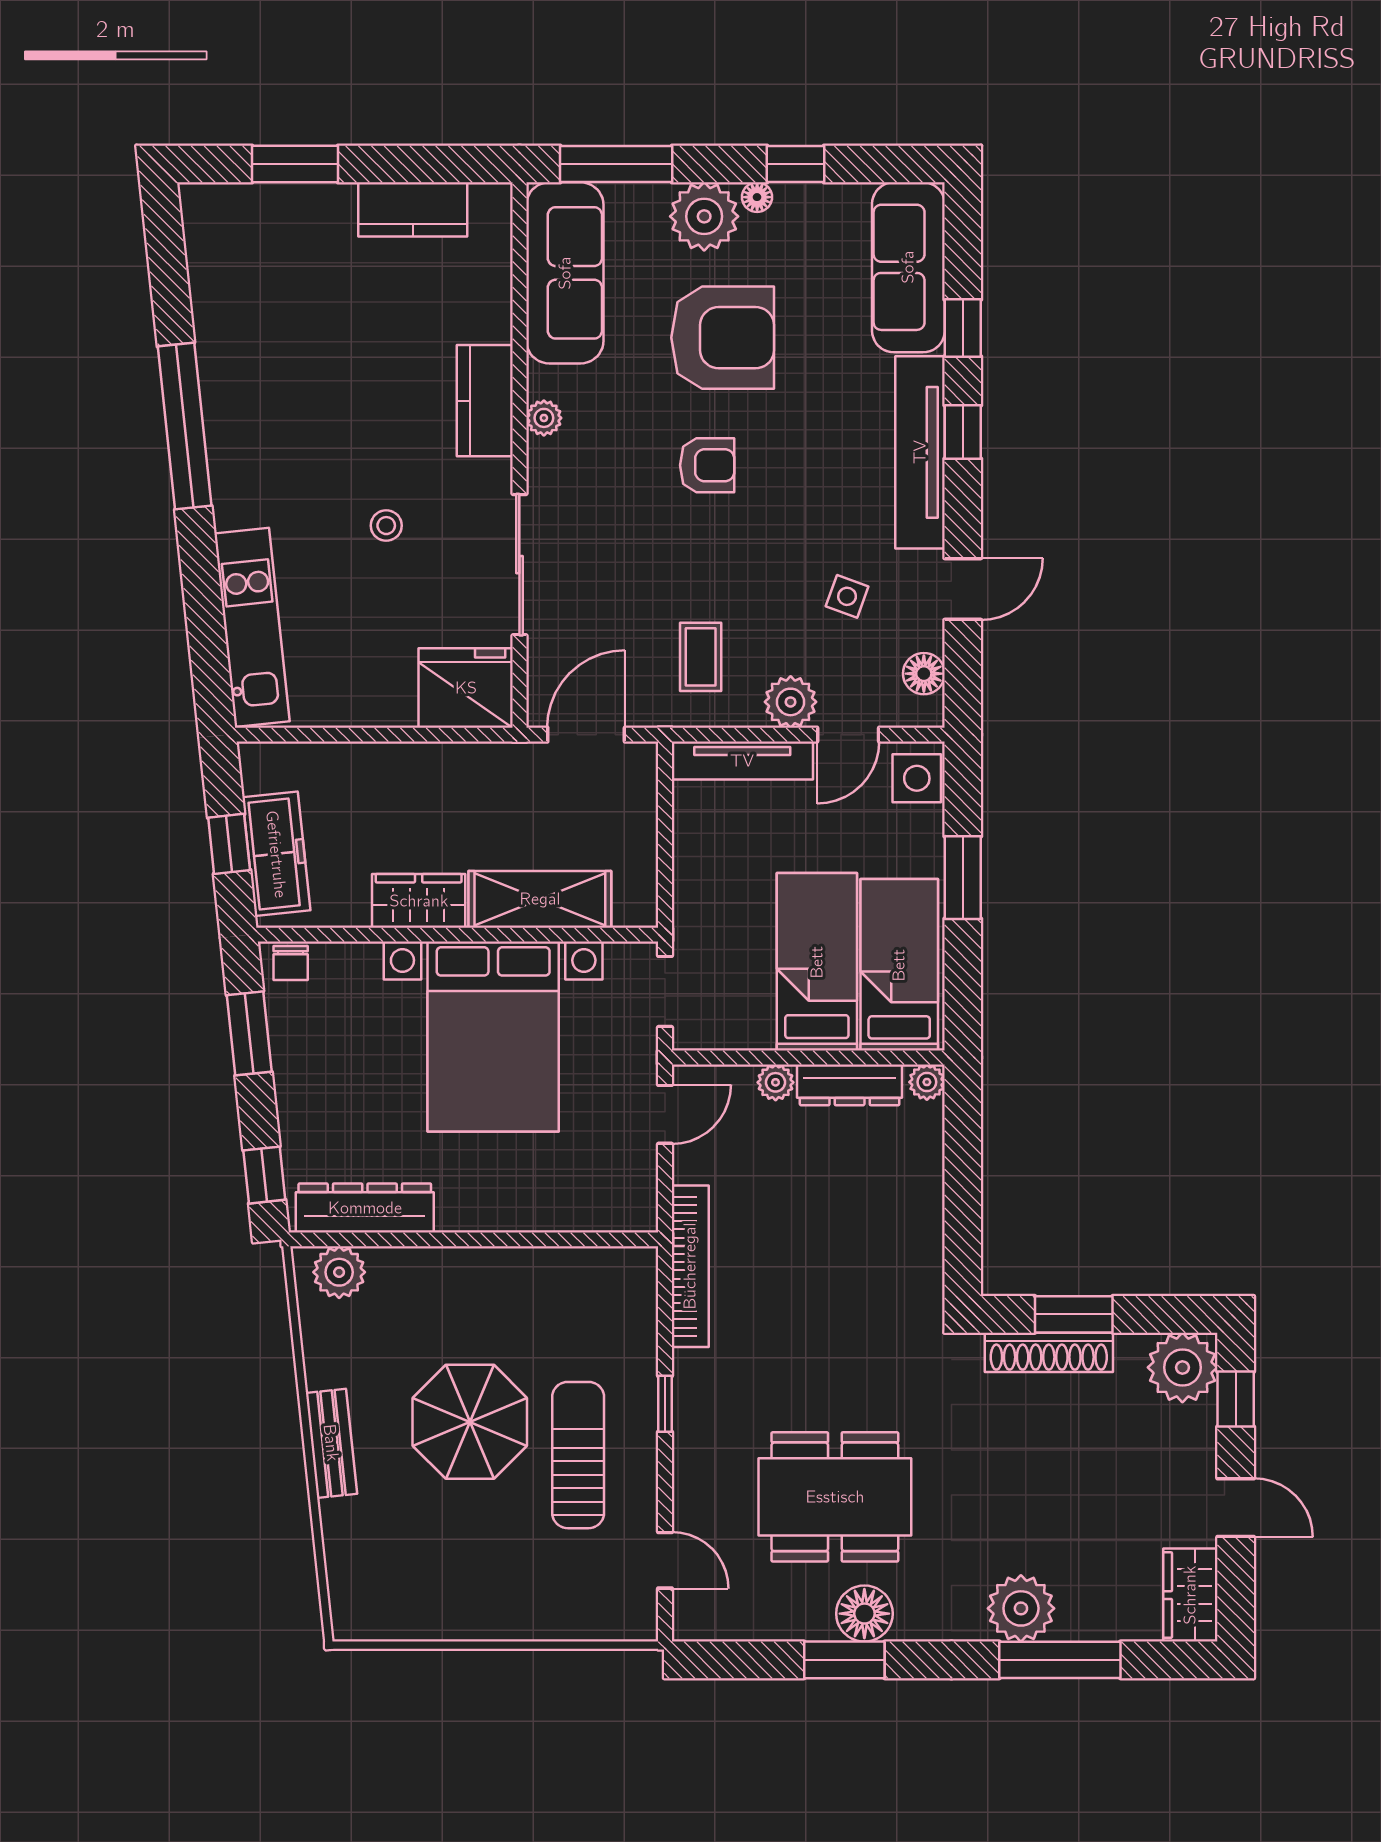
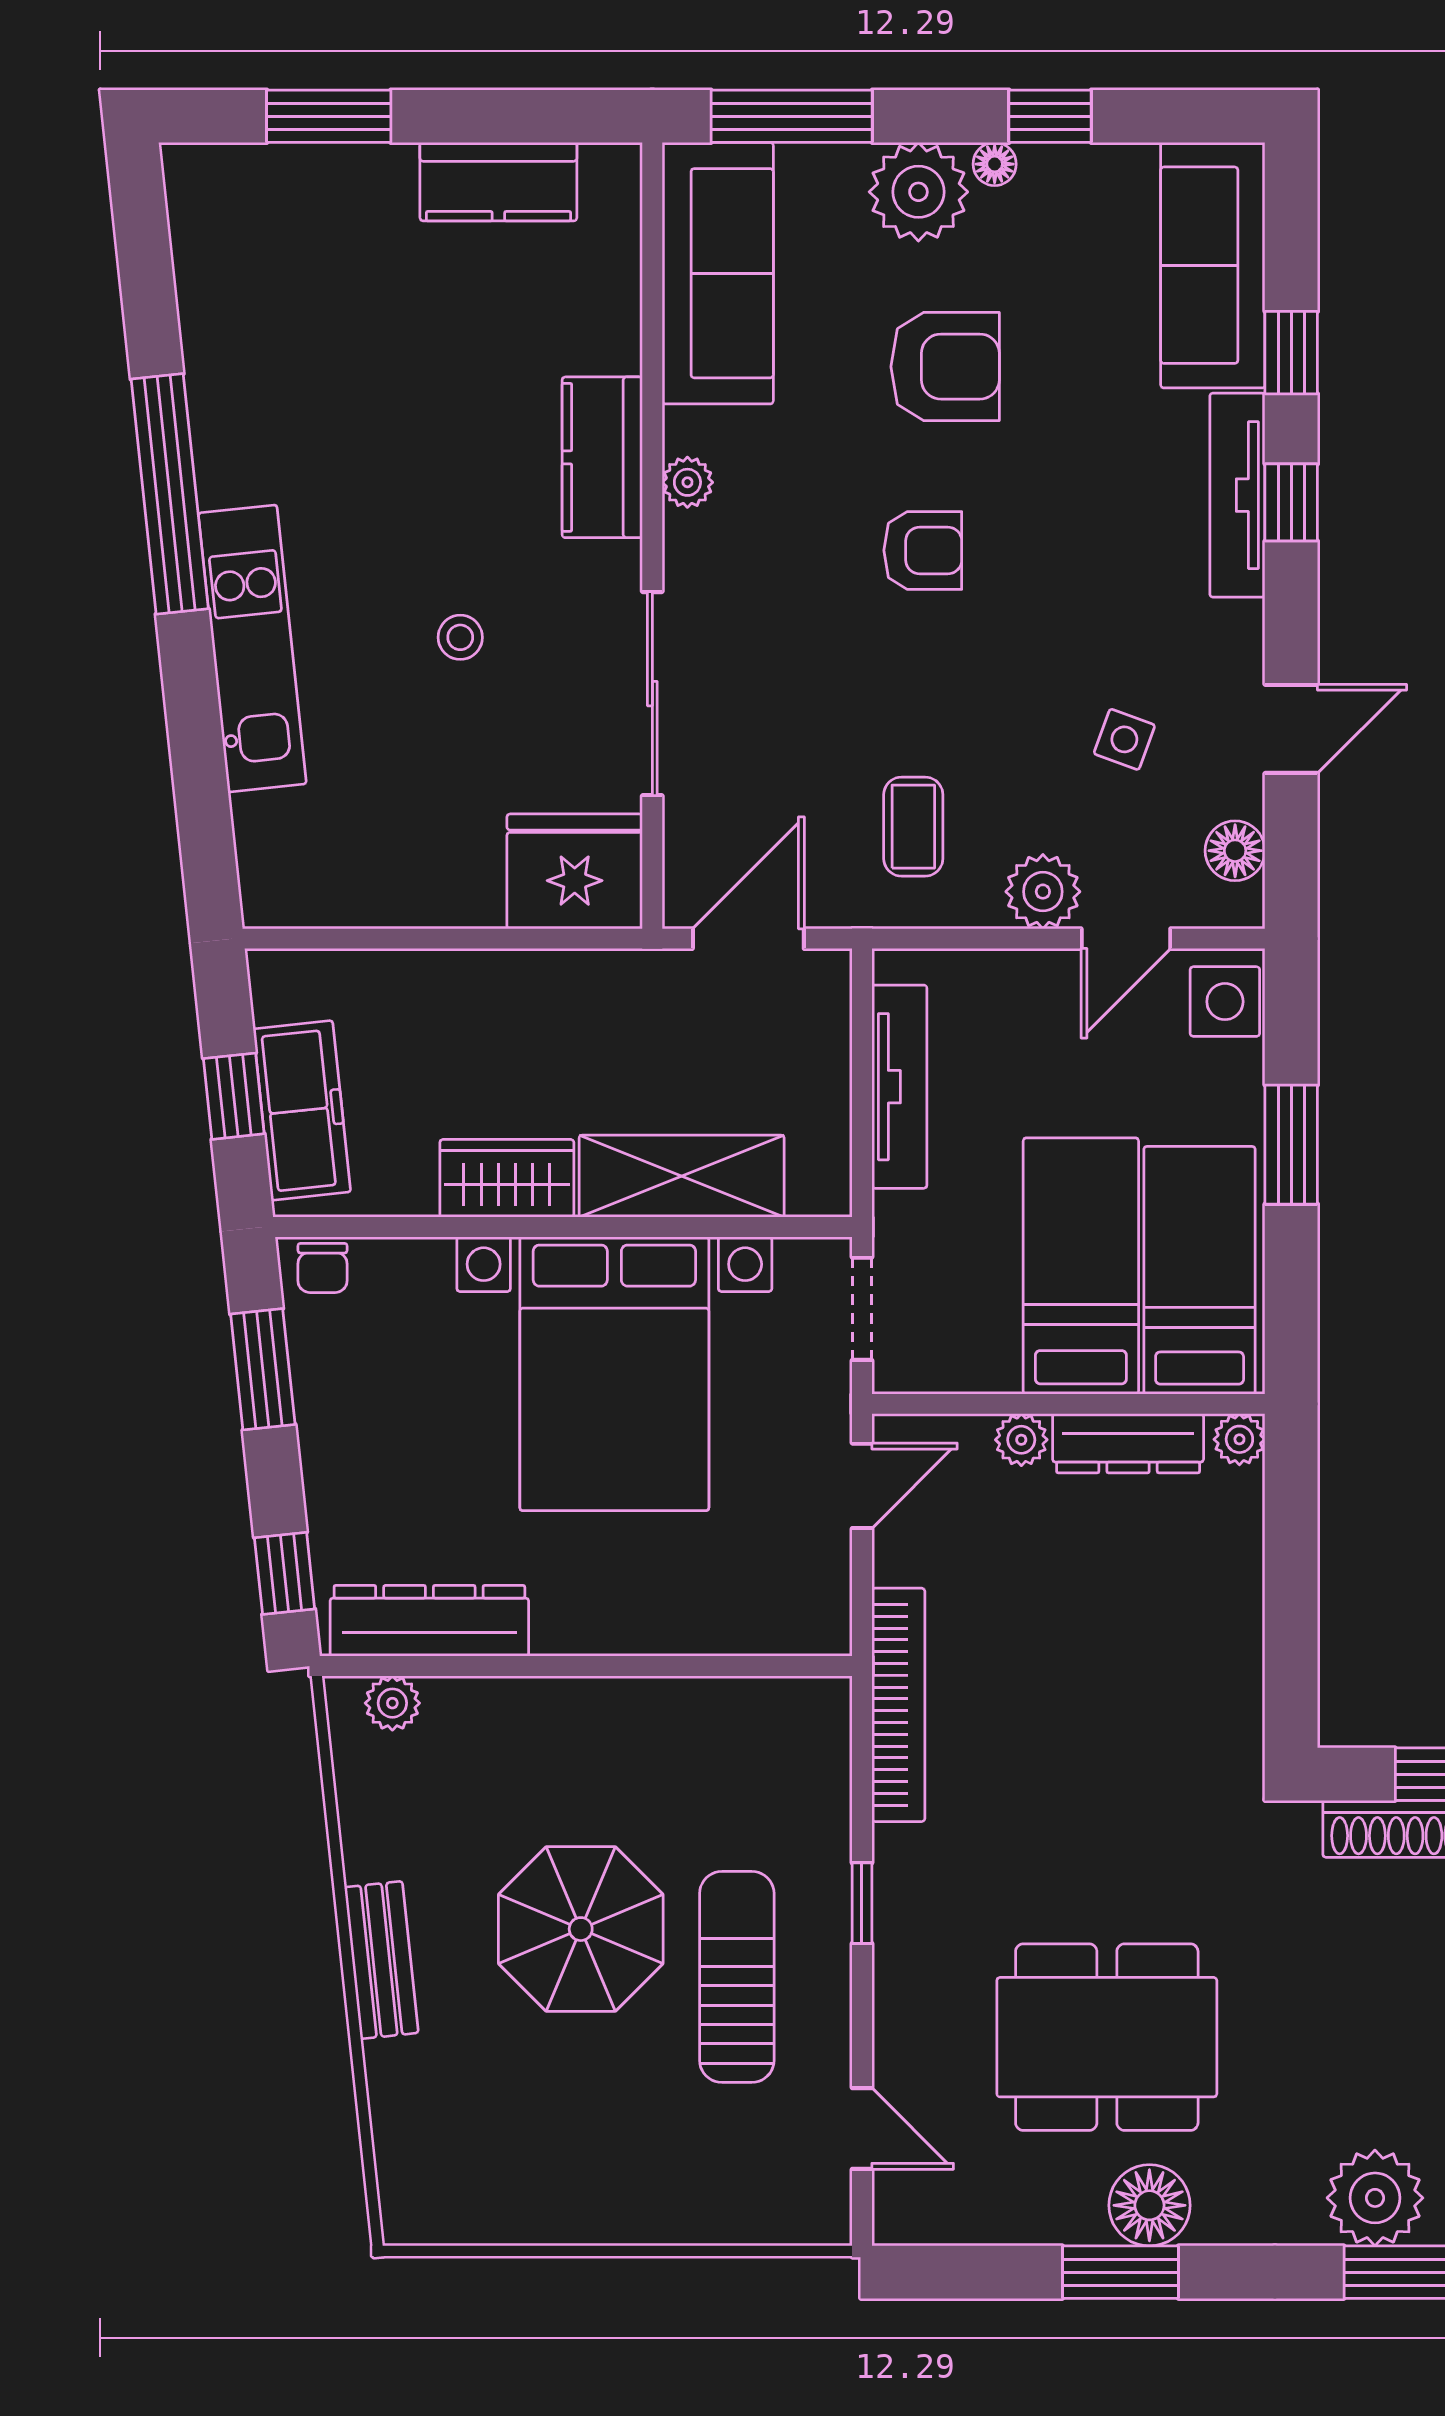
armchair: (723, 338) -> (945, 367), width x0.73, depth x0.73
tv unit: (920, 452) -> (1237, 495), width x0.73, depth x0.78
kitchen unit: (252, 627) -> (252, 648), moved
tv unit: (742, 761) -> (899, 1087), moved, turned -90
plant: (339, 1272) -> (392, 1703), width x0.73, depth x0.73

